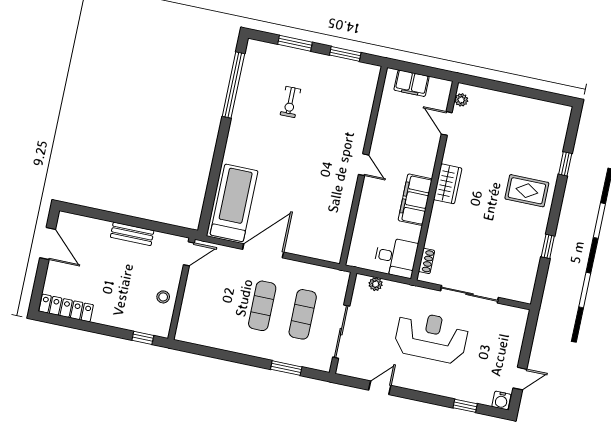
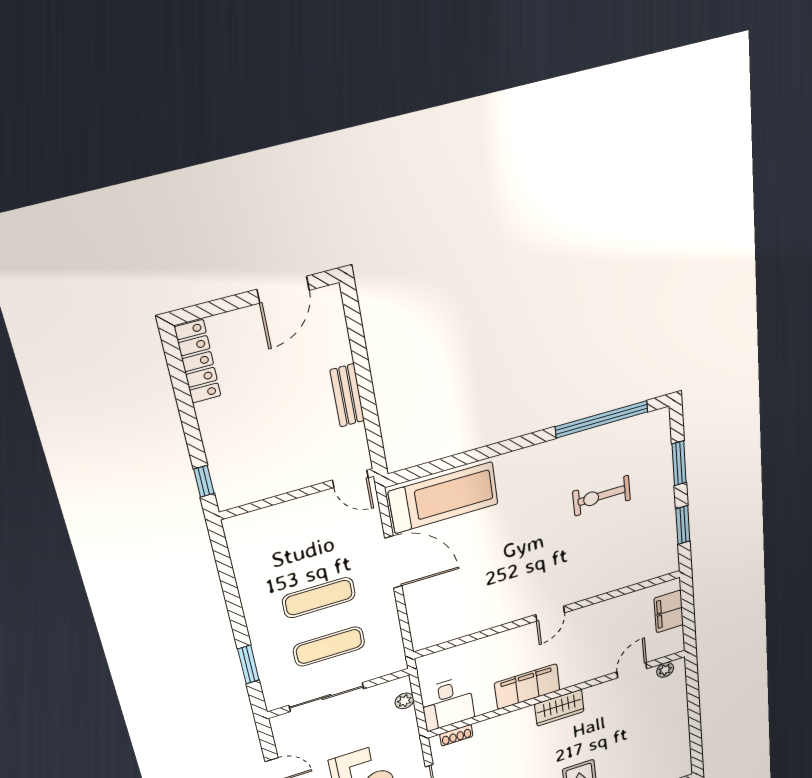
exercise bike: (290, 102) -> (602, 496), width x1.38, depth x1.39
stool: (163, 297) -> (275, 478), removed

